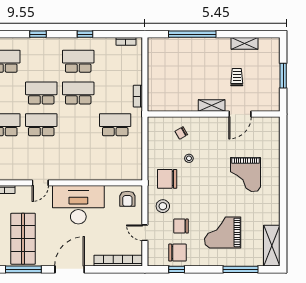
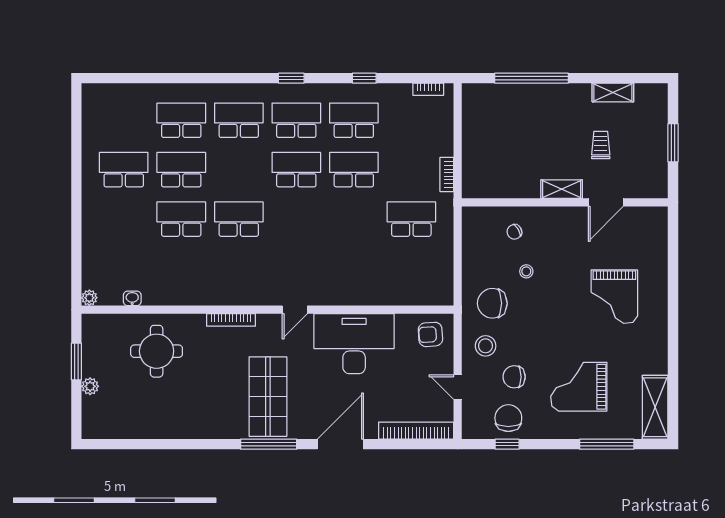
school desk: (41, 125) -> (296, 120), moved
armchair: (127, 199) -> (430, 334), turned 86
chair: (177, 253) -> (508, 418), turned -90

